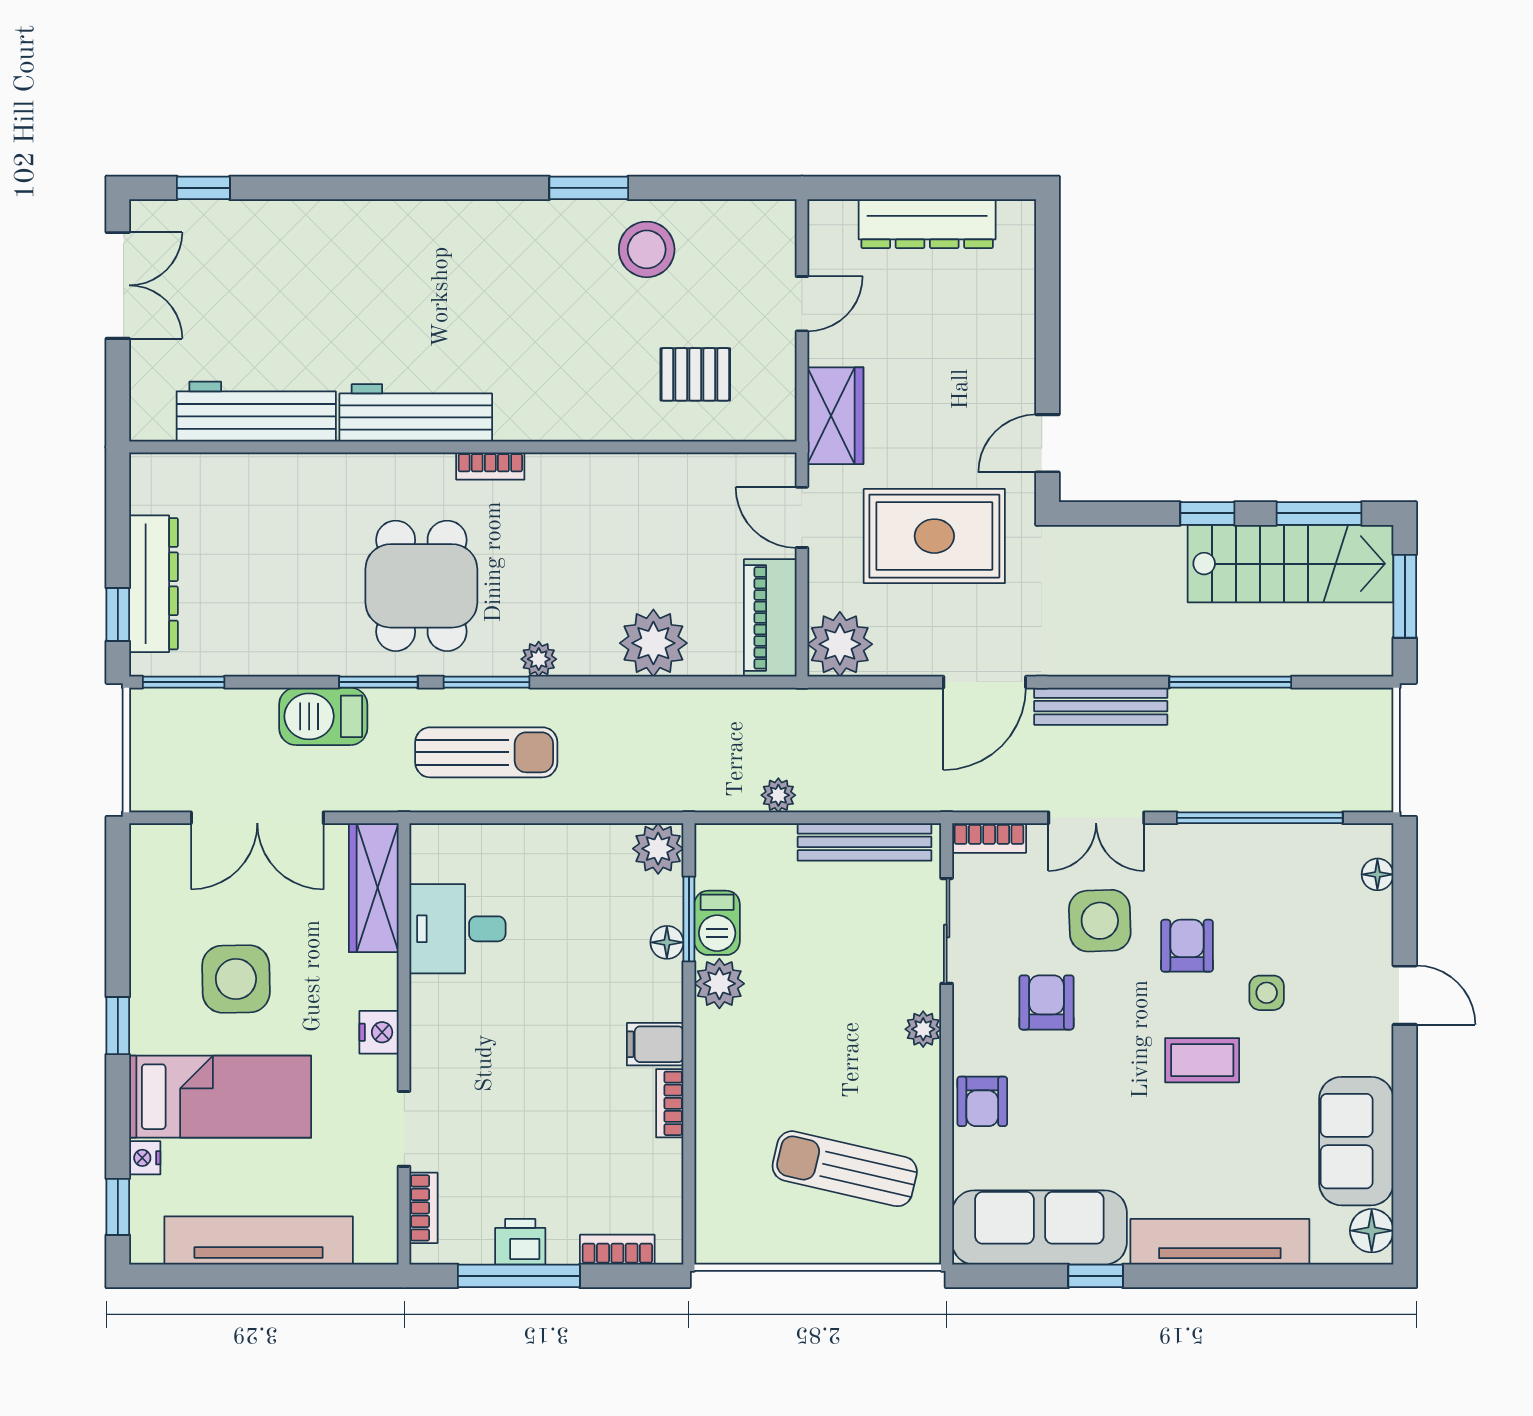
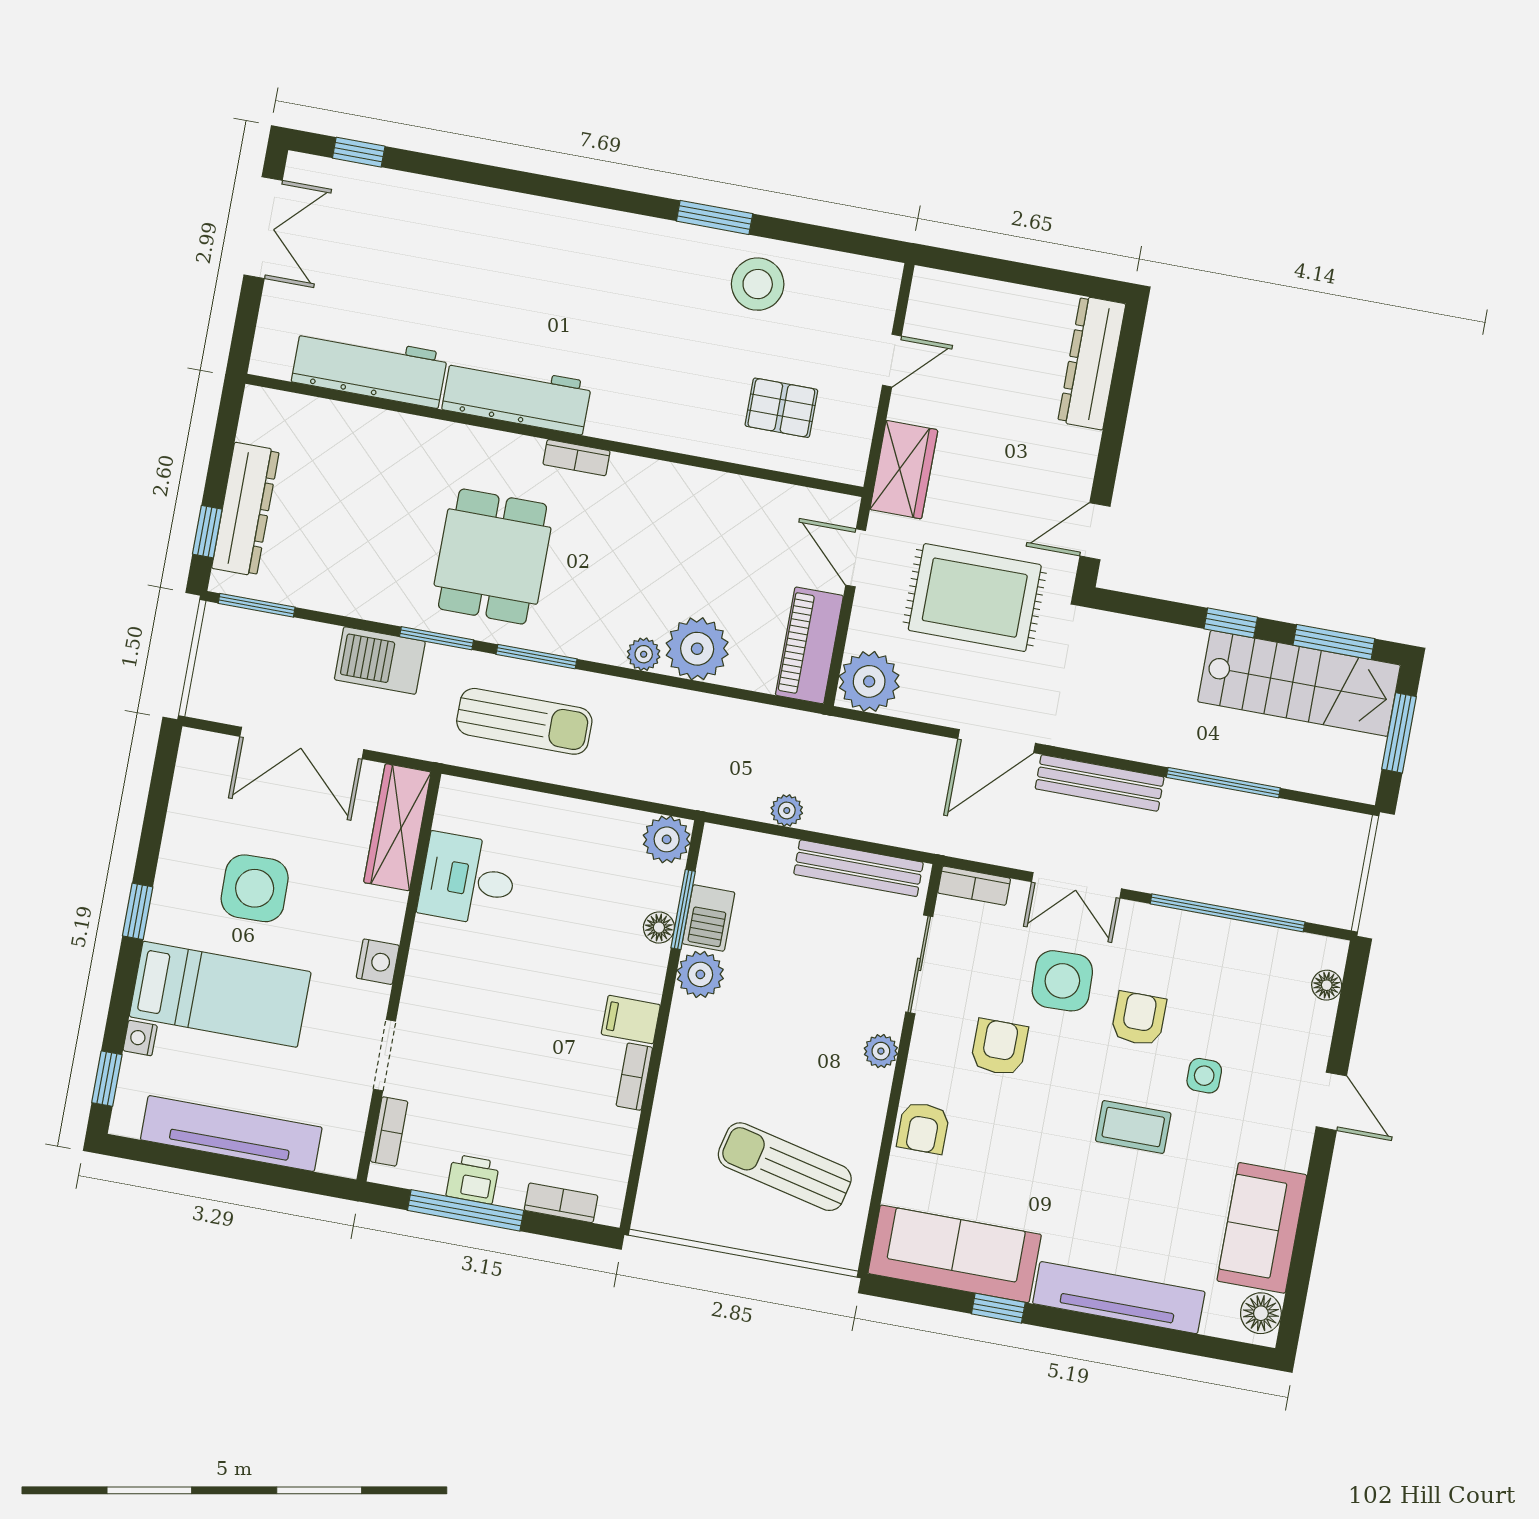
dresser: (927, 224) -> (1092, 363), moved, turned 90
plant: (539, 659) -> (644, 654), moved

